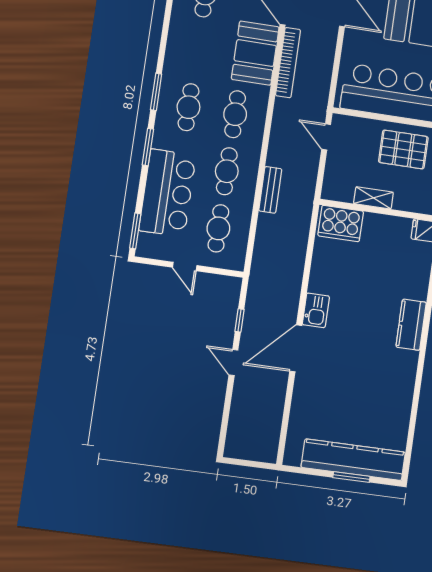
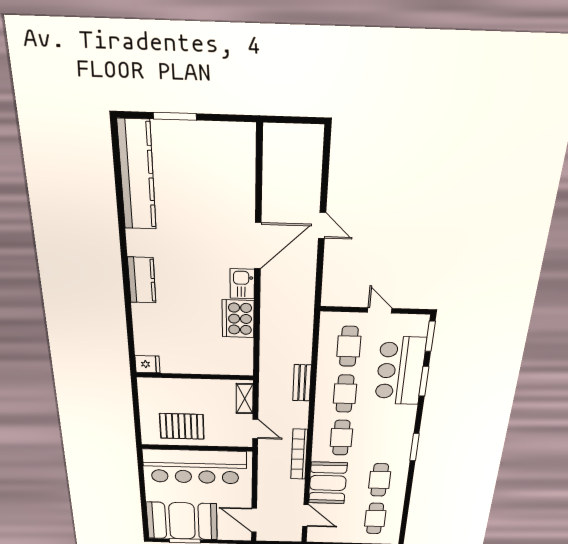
bookcase: (288, 63) -> (299, 454), moved
cafe table: (188, 107) -> (380, 480), moved
window: (148, 147) -> (424, 381), moved
shelving: (373, 198) -> (245, 399), moved, turned 90
cooker: (341, 223) -> (238, 319), moved, turned -90
window: (240, 320) -> (320, 267), removed
kitchen counter: (353, 460) -> (137, 175), moved, turned -90

